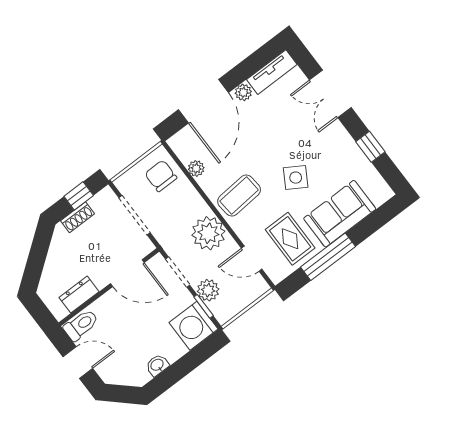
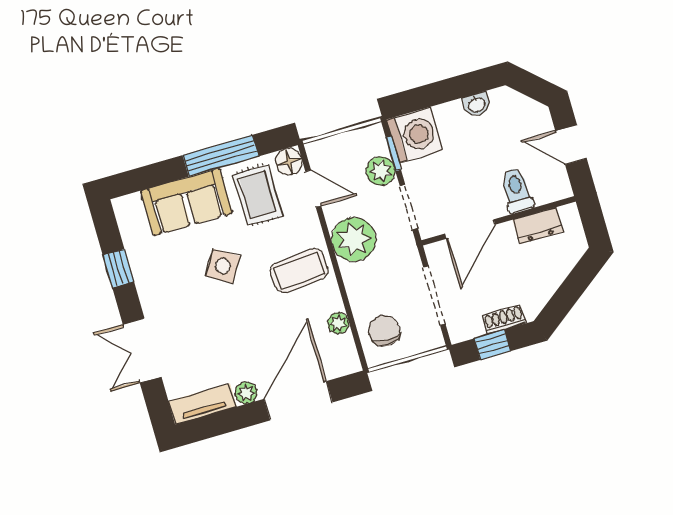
double door: (330, 94) -> (142, 351), swing flipped
chair: (161, 176) -> (384, 331), turned 180
floor lamp: (277, 271) -> (289, 162), added
door: (127, 273) -> (470, 229), swing flipped
toilet: (81, 325) -> (517, 190), moved, turned 90

